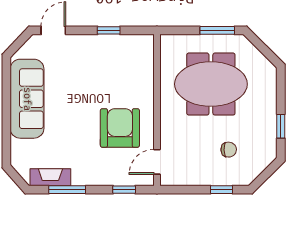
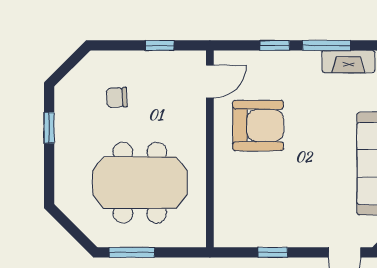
armchair: (120, 128) -> (258, 125), turned -90
window: (124, 190) -> (275, 45), moved
window: (222, 190) -> (160, 45), moved

